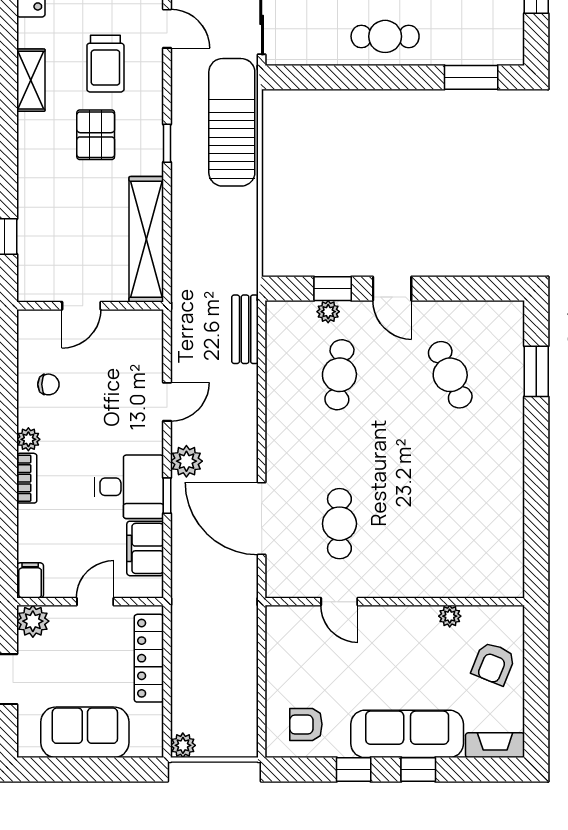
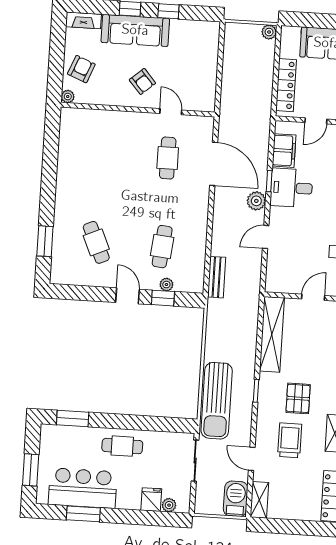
plant: (450, 616) -> (68, 97), moved
armchair: (306, 724) -> (142, 82), moved, turned 49

